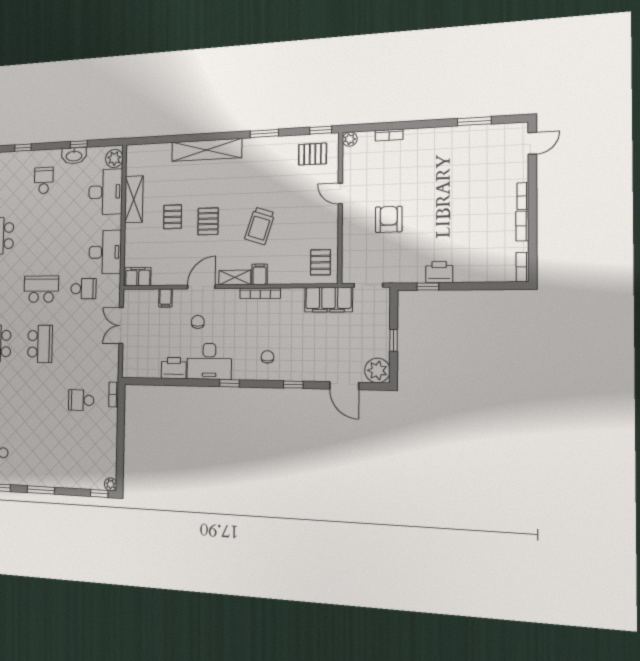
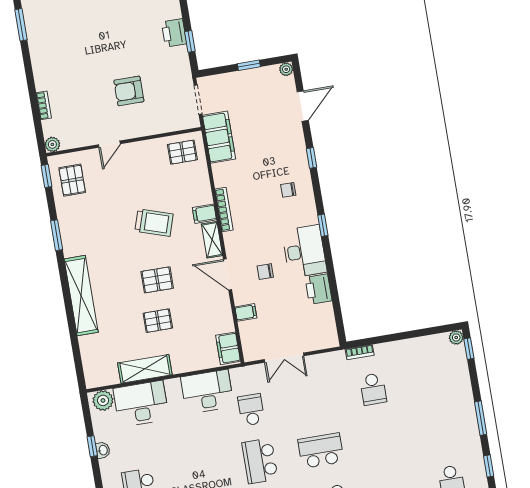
washbasin: (74, 156) -> (103, 450), width x0.52, depth x0.69
plant: (377, 370) -> (286, 69), width x0.53, depth x0.53

